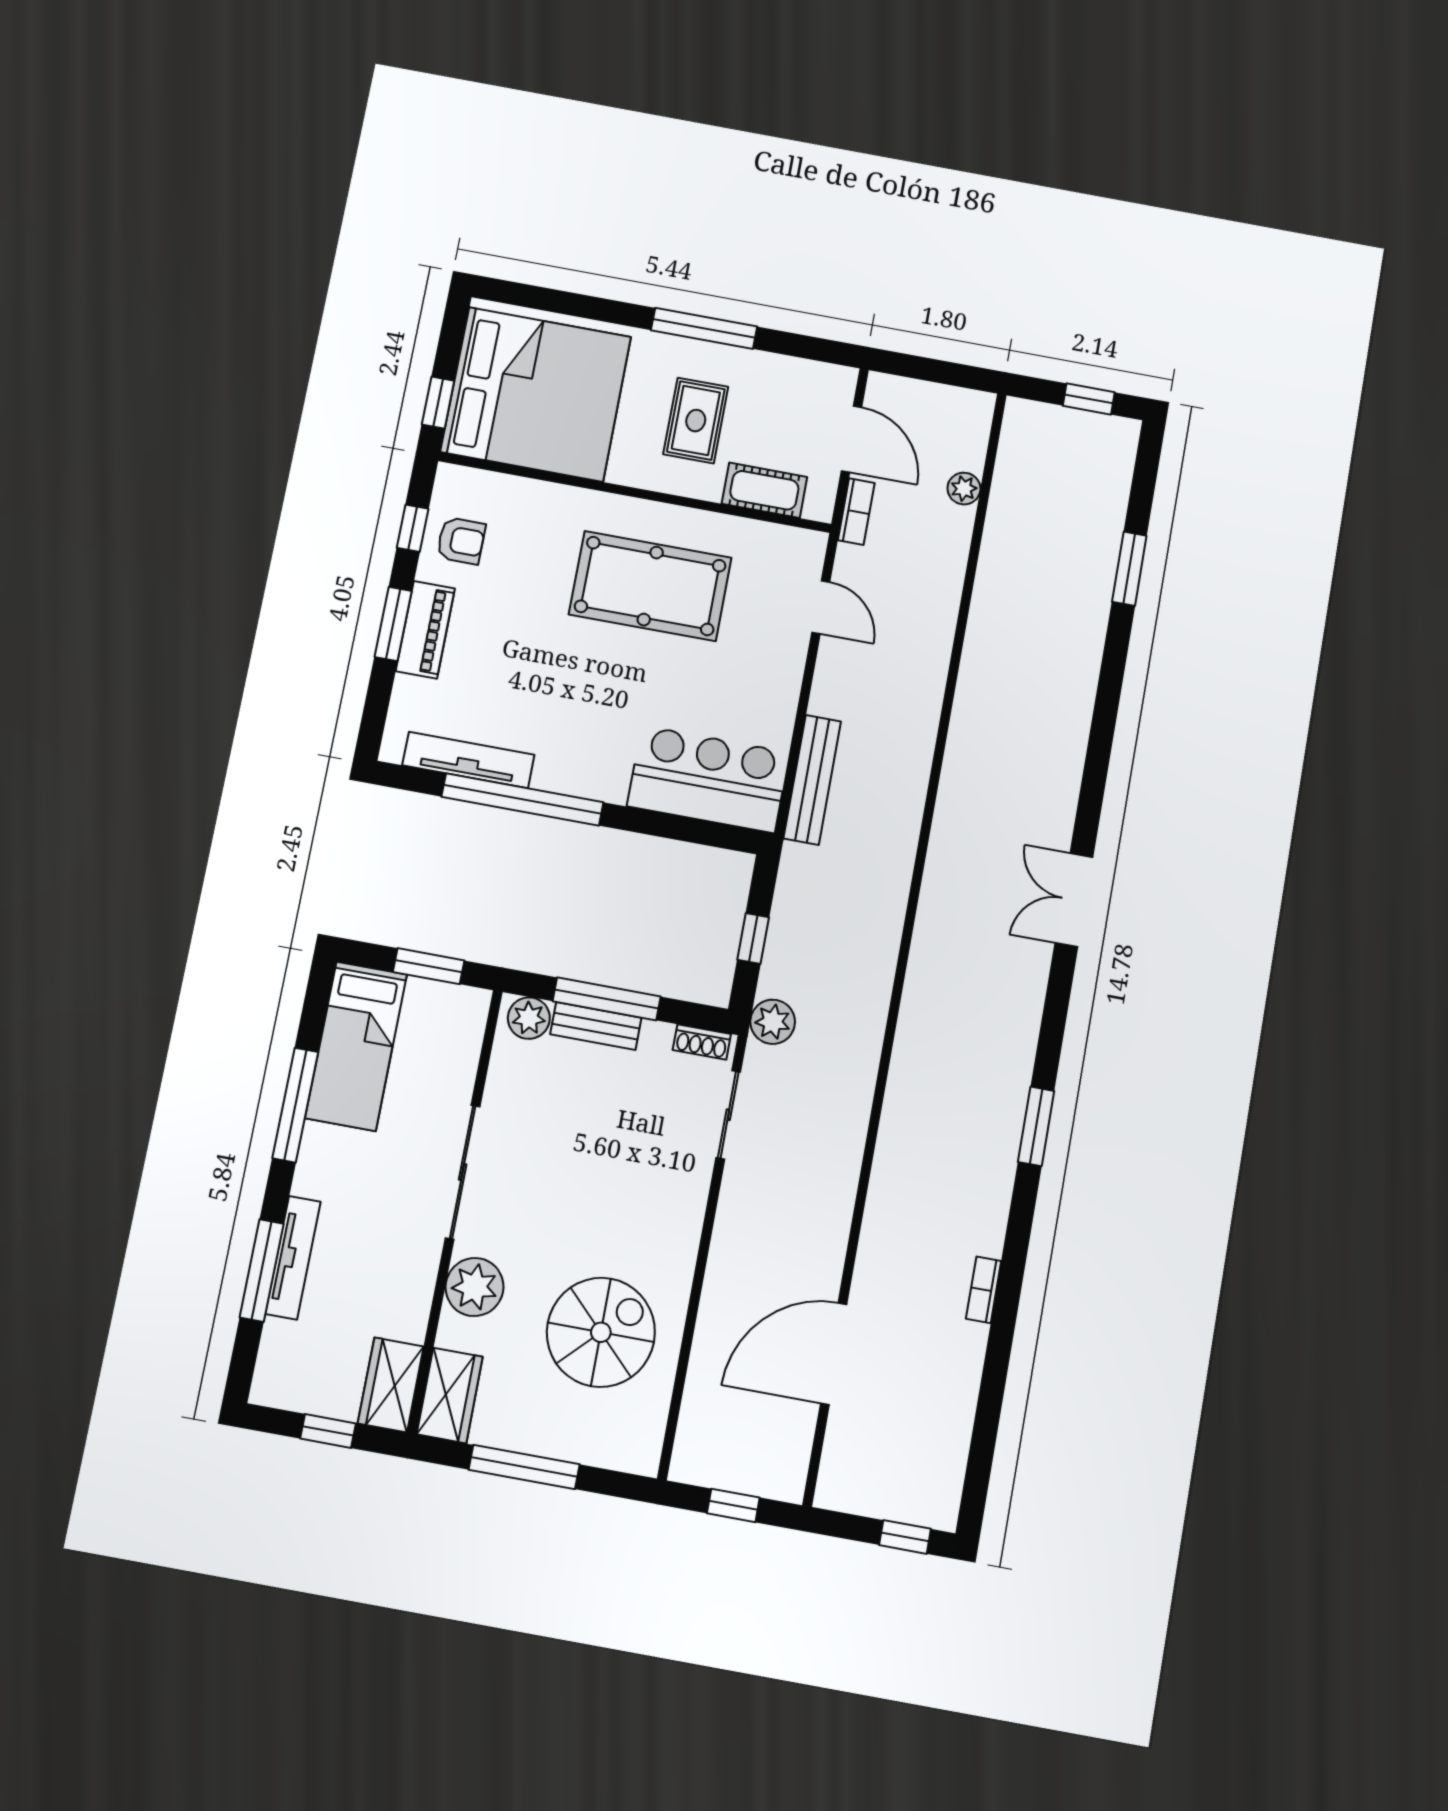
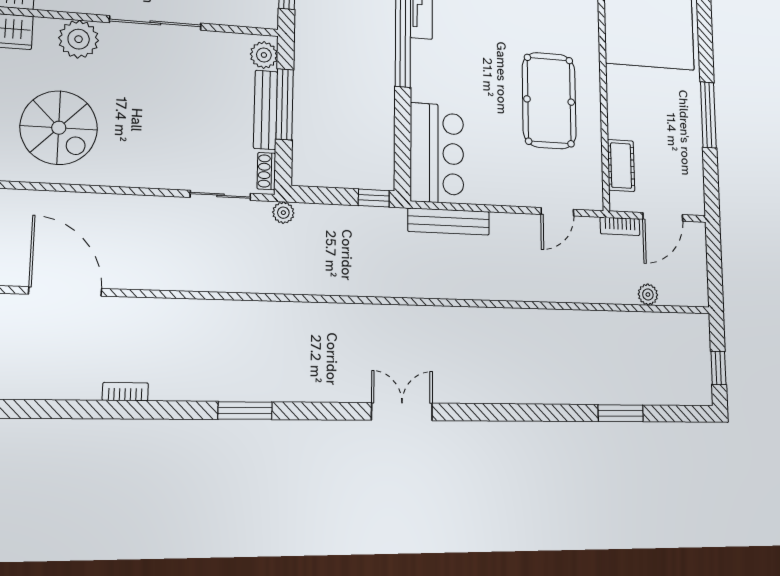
rug: (696, 421) -> (654, 117), removed
window: (753, 938) -> (374, 198), moved
plant: (773, 1022) -> (283, 213), width x0.73, depth x0.73
bench: (596, 1026) -> (265, 110), width x1.36

